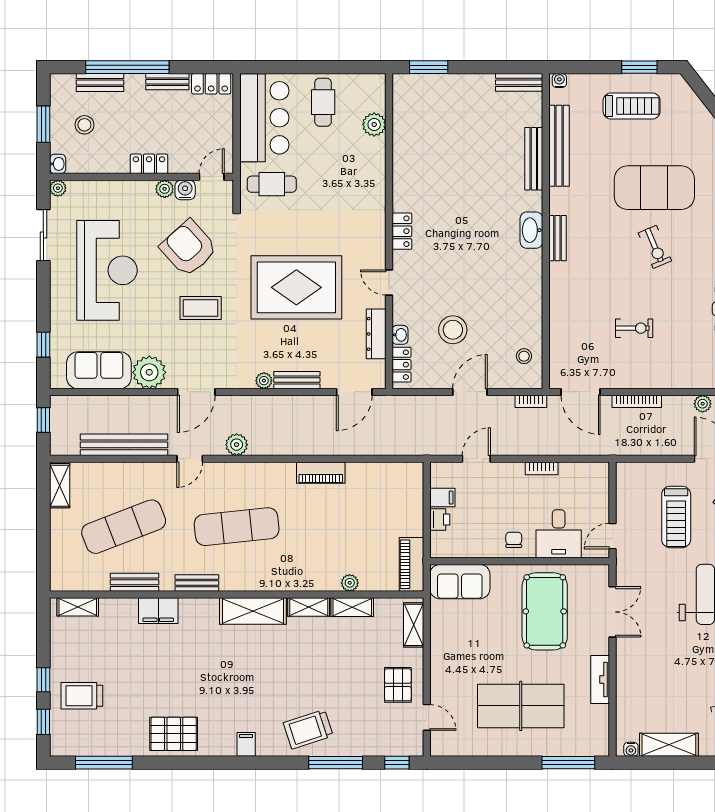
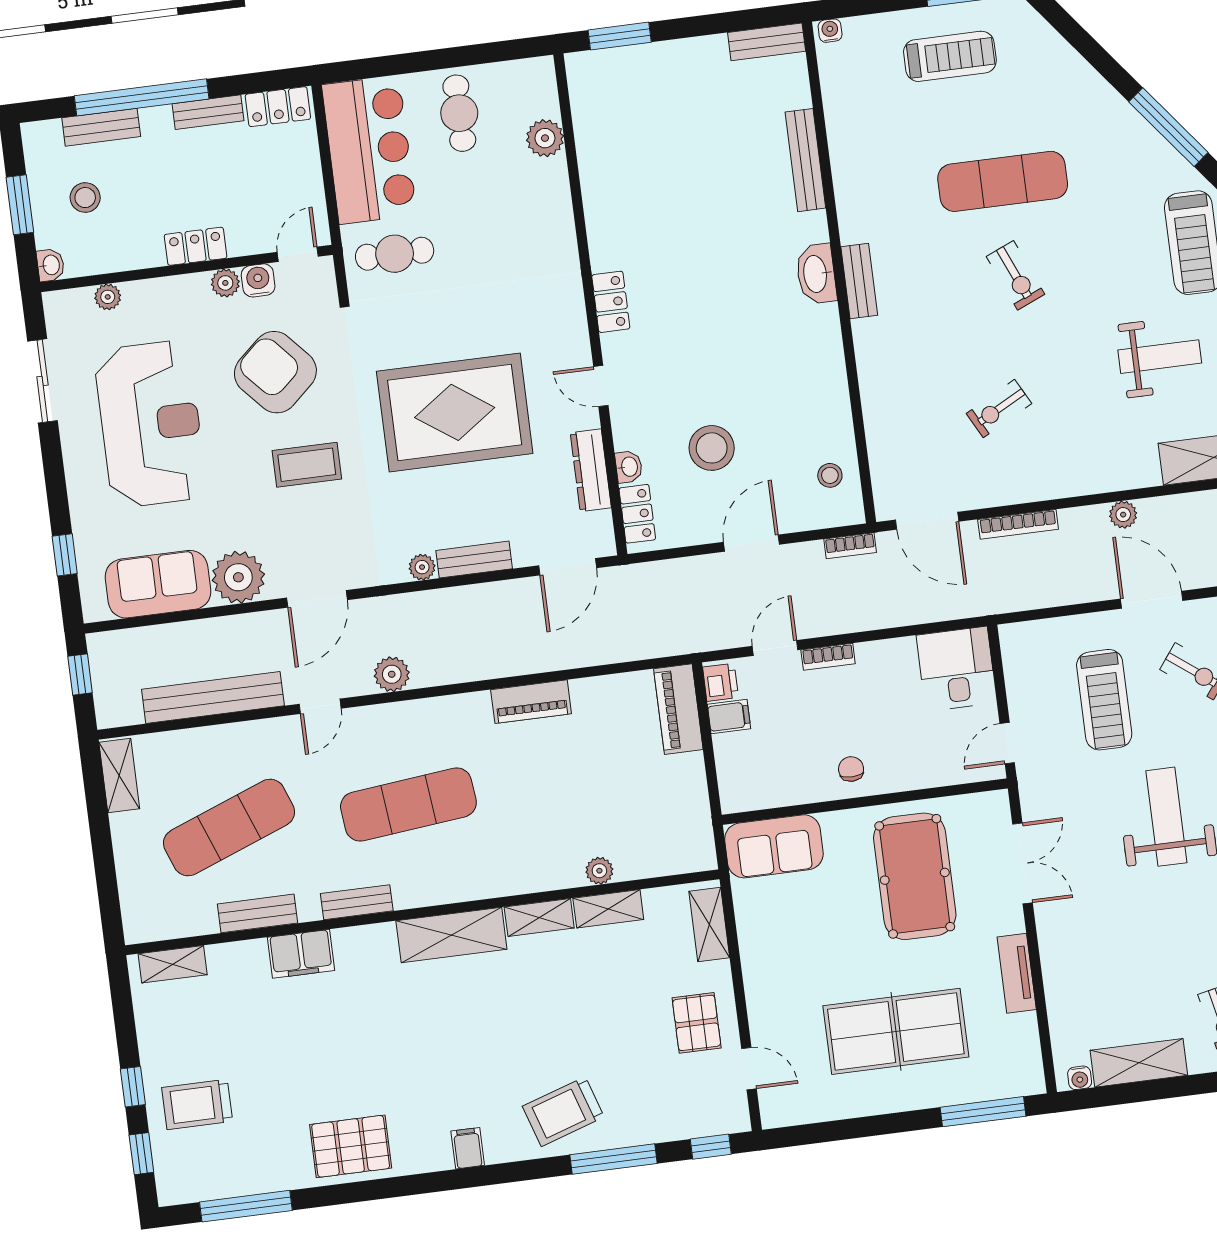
bench: (559, 146) -> (843, 134), removed
plant: (58, 188) -> (108, 297), moved
exercise mat: (654, 188) -> (1003, 181), width x0.68
exercise bike: (634, 328) -> (999, 409), turned 152
bookcase: (542, 468) -> (828, 657), moved
printer: (440, 520) -> (720, 682), moved
desk: (559, 534) -> (956, 669), moved, turned 180
piano: (411, 564) -> (678, 709), moved

